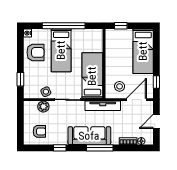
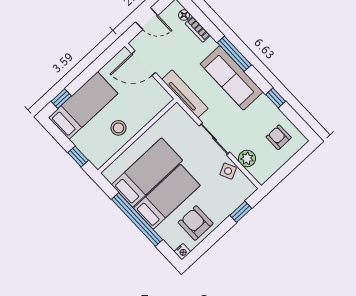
bed: (92, 76) -> (147, 172), moved, turned 180
window: (156, 82) -> (61, 99), moved
stool: (120, 86) -> (118, 128), moved

